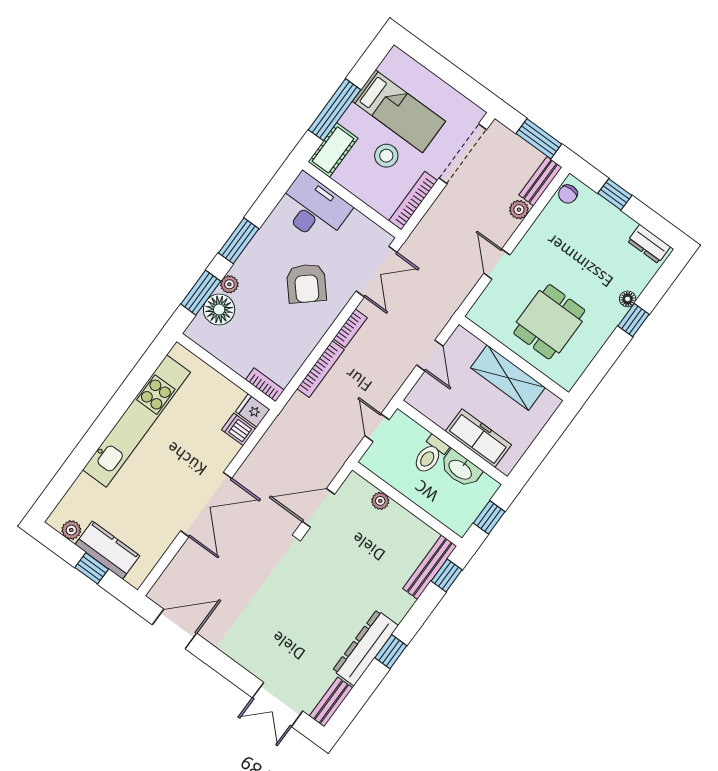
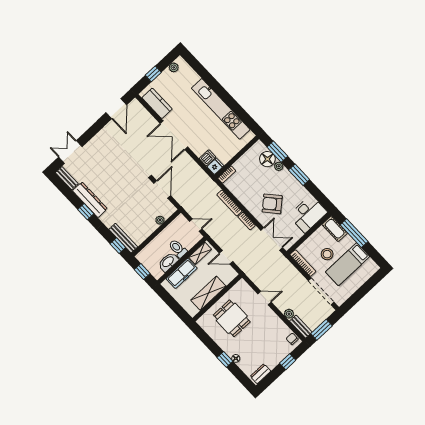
double door: (377, 272) -> (272, 239), swing flipped
shelving: (431, 409) -> (200, 253), added
kitchen counter: (107, 550) -> (157, 103), moved, turned -90

